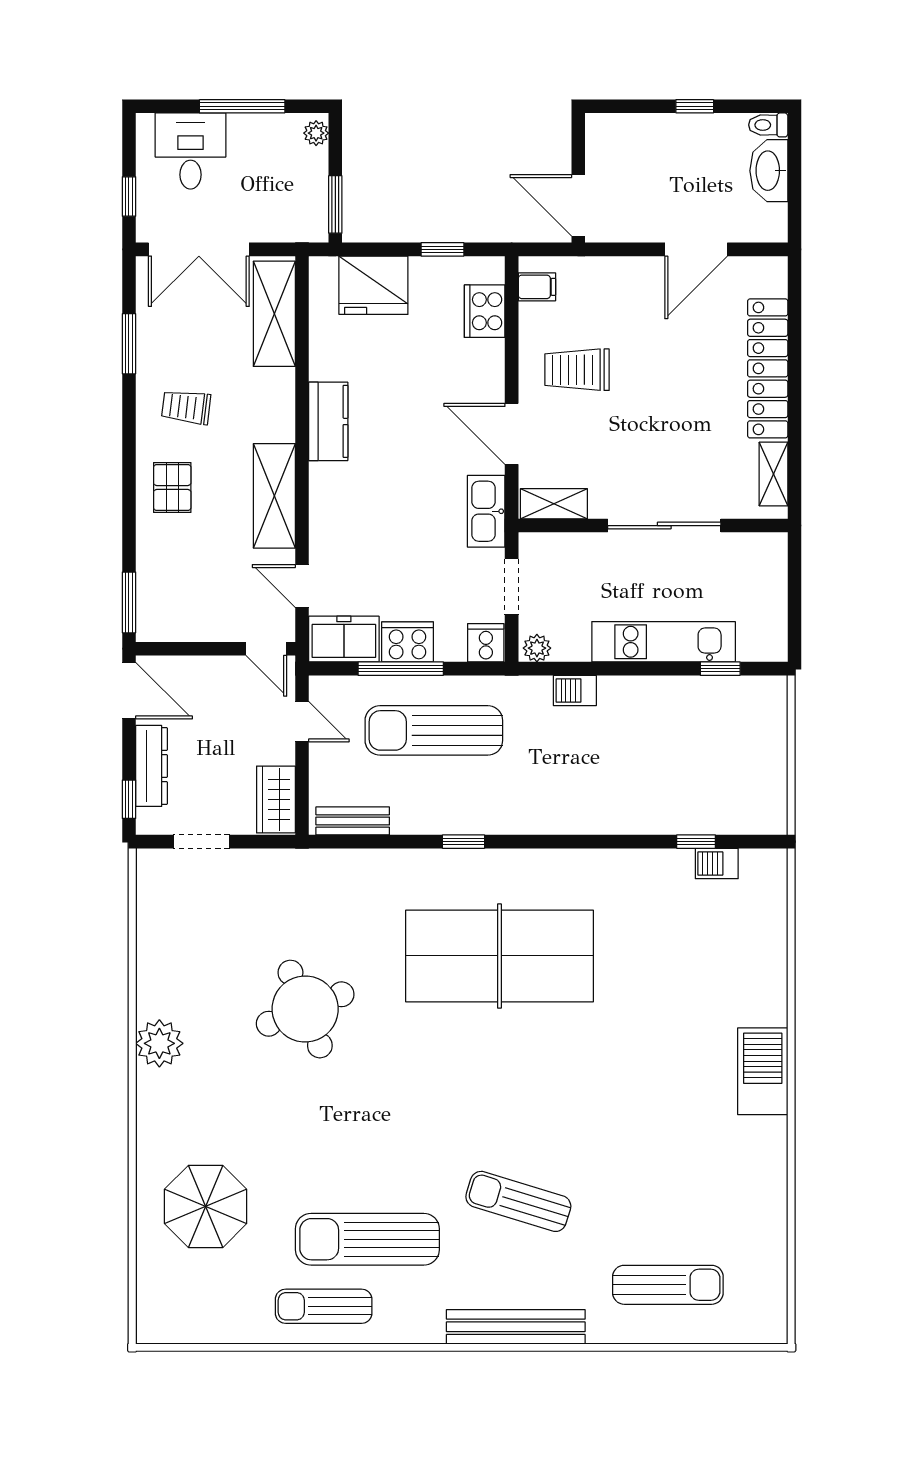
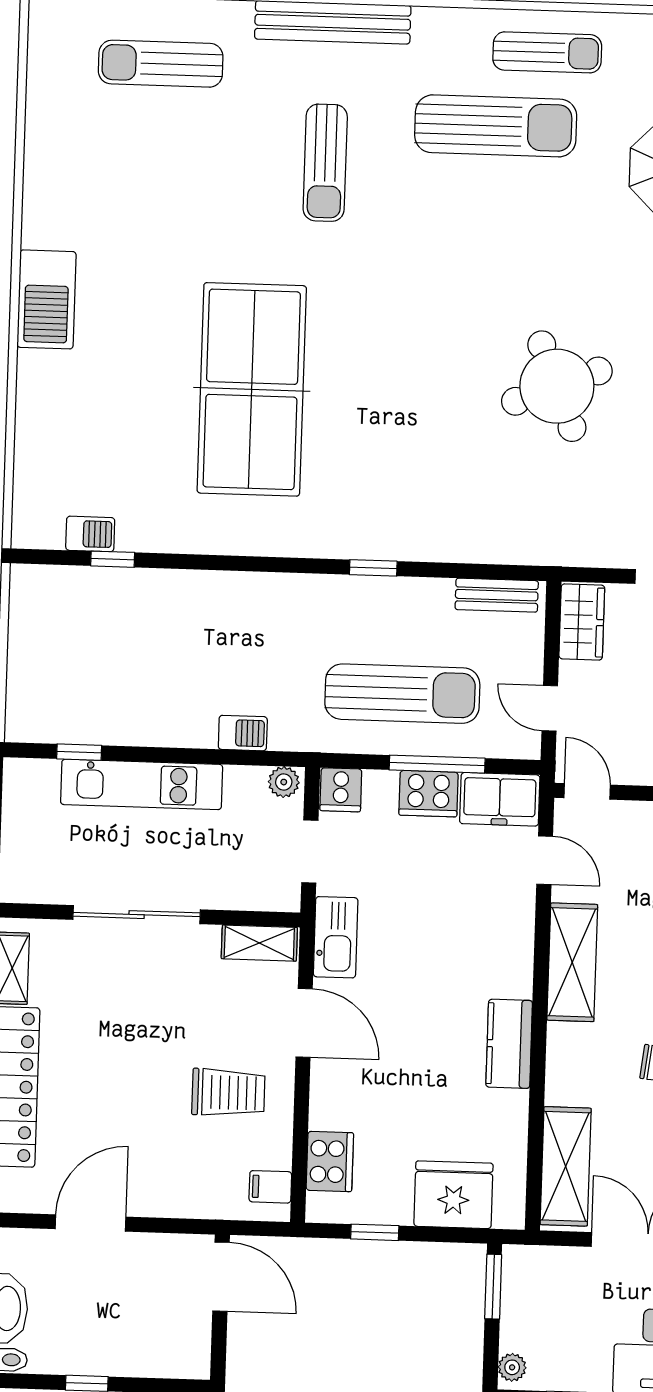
table tennis table: (499, 956) -> (252, 389), moved, turned 90
sun lounger: (518, 1201) -> (325, 163), turned 73

